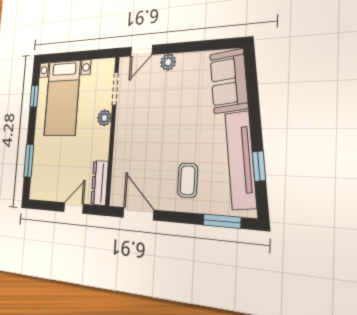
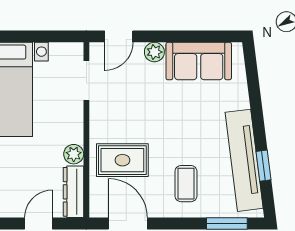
sofa: (229, 81) -> (199, 61), moved, turned -83
plant: (104, 118) -> (74, 154), moved
rug: (138, 157) -> (122, 160), added

